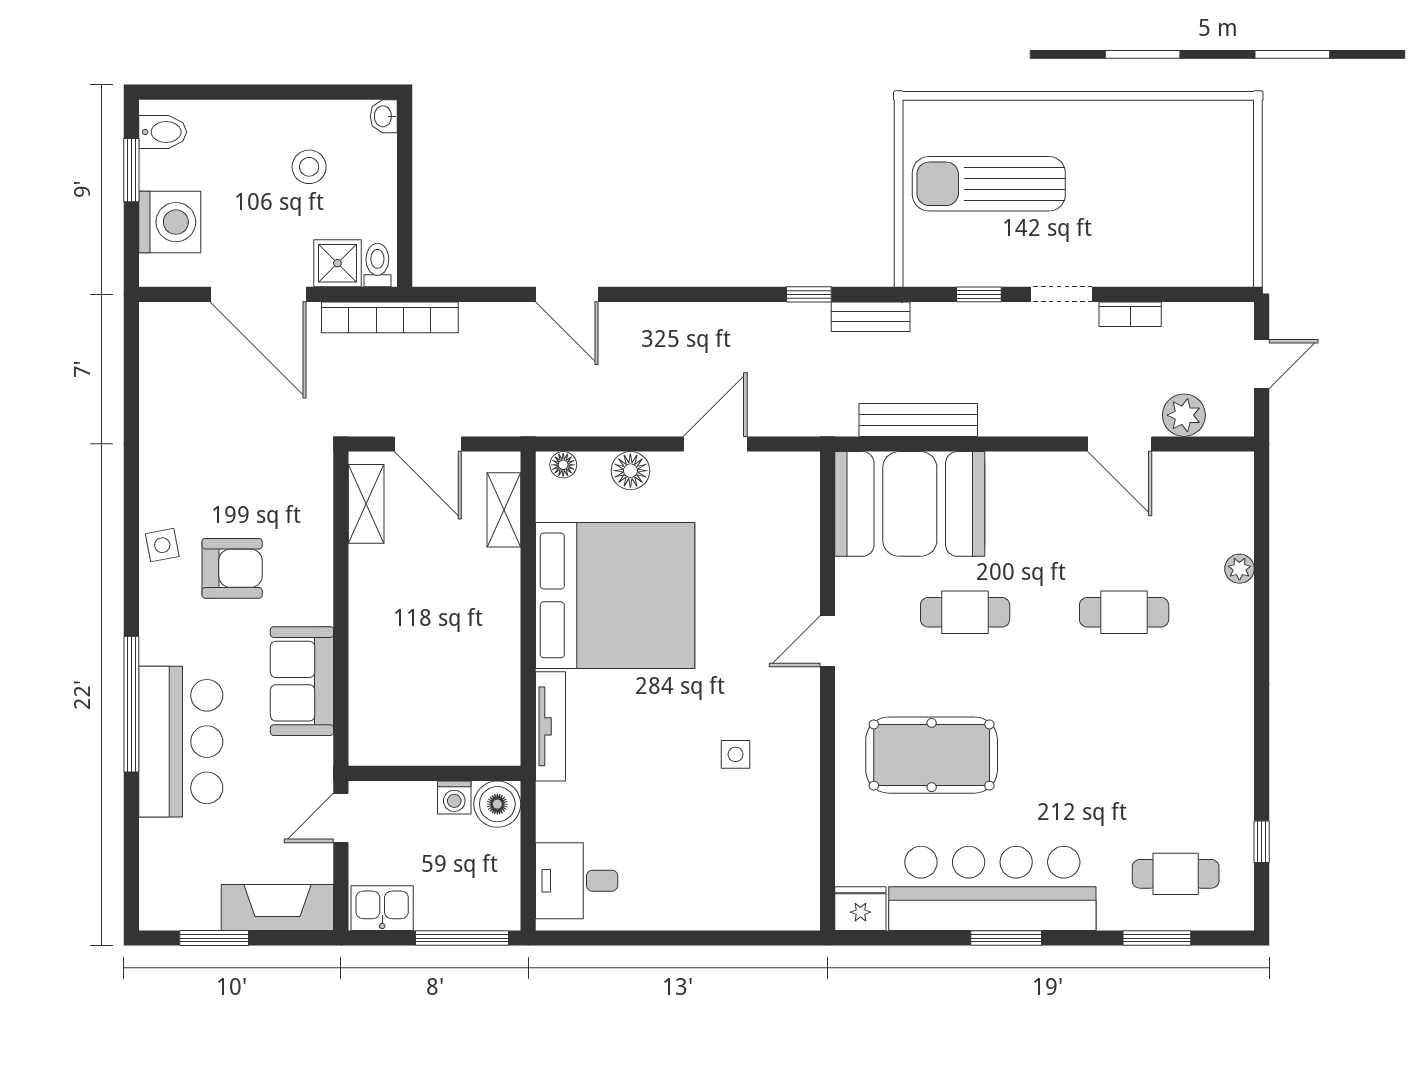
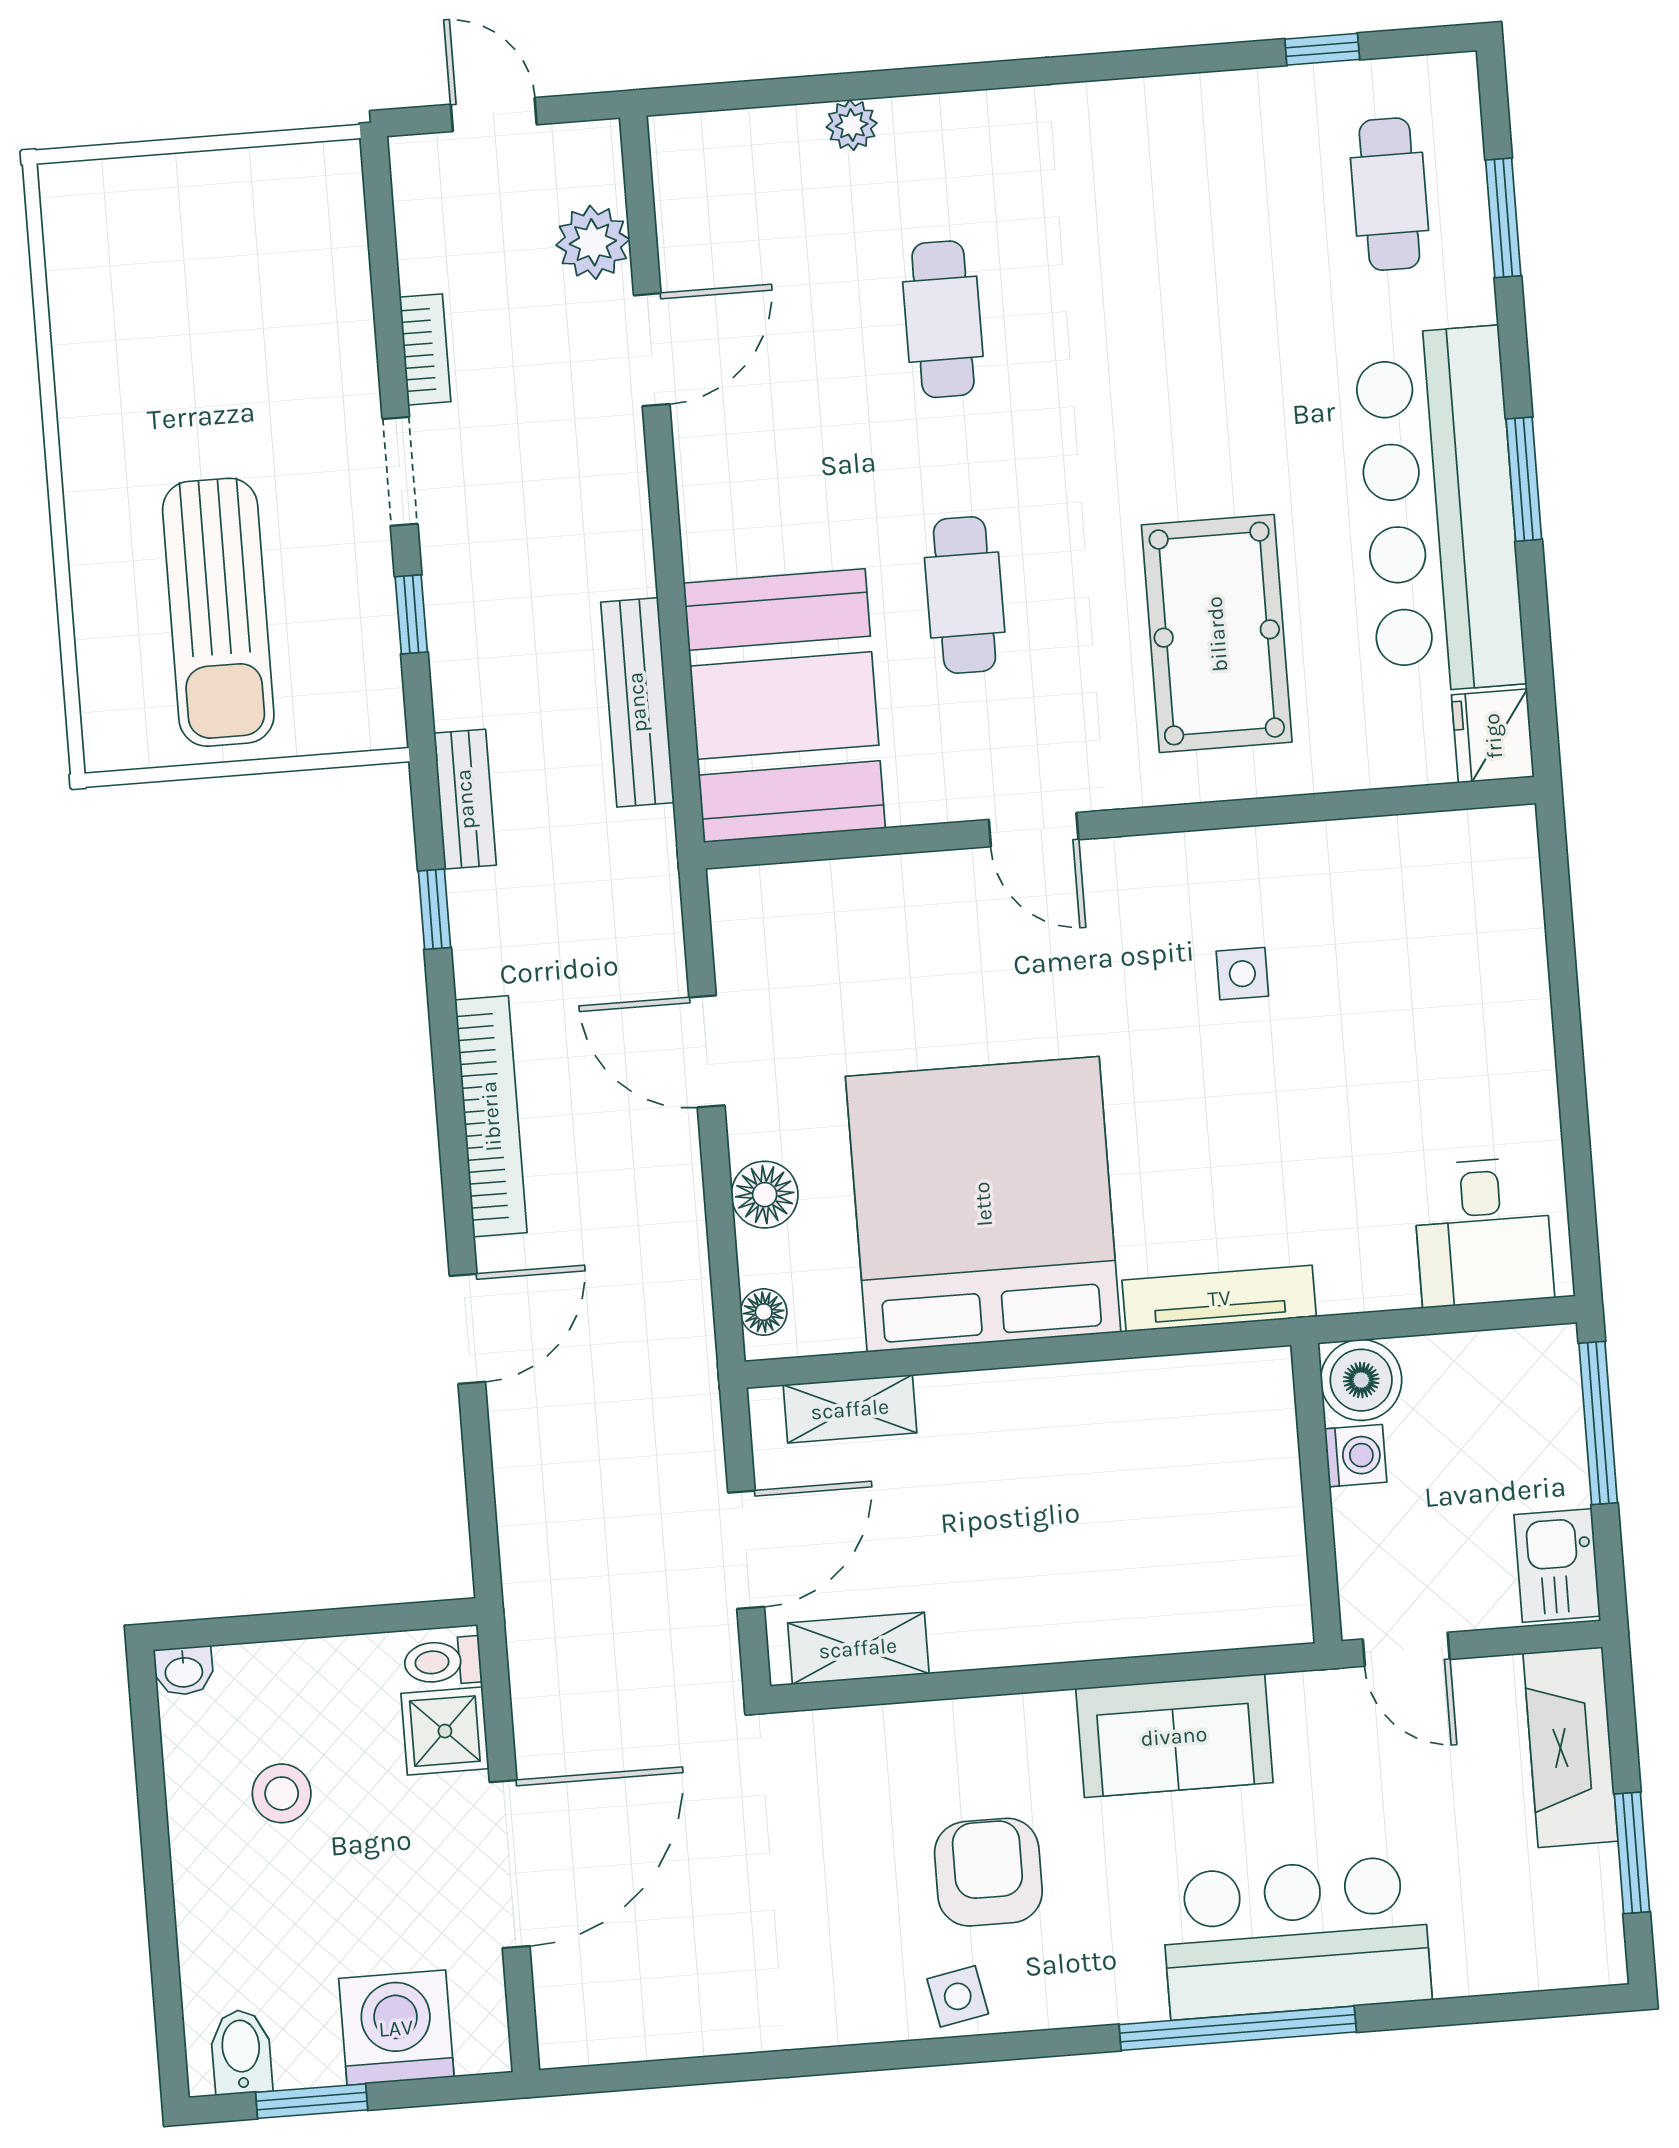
bookcase: (390, 317) -> (491, 1116), moved

